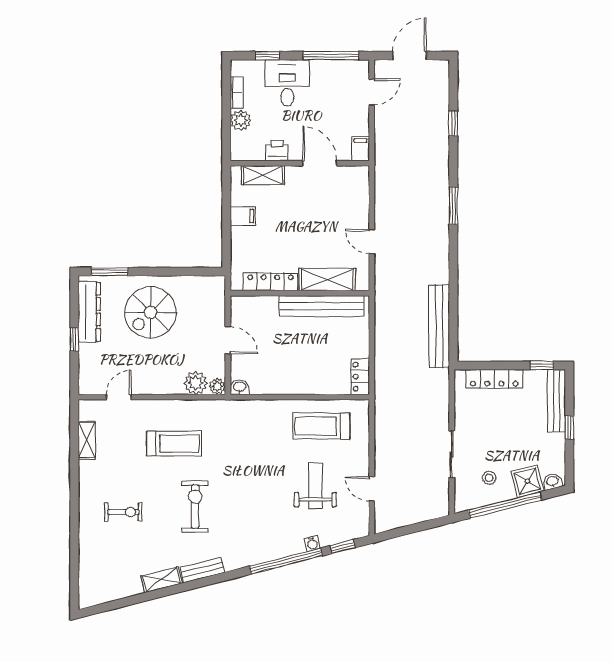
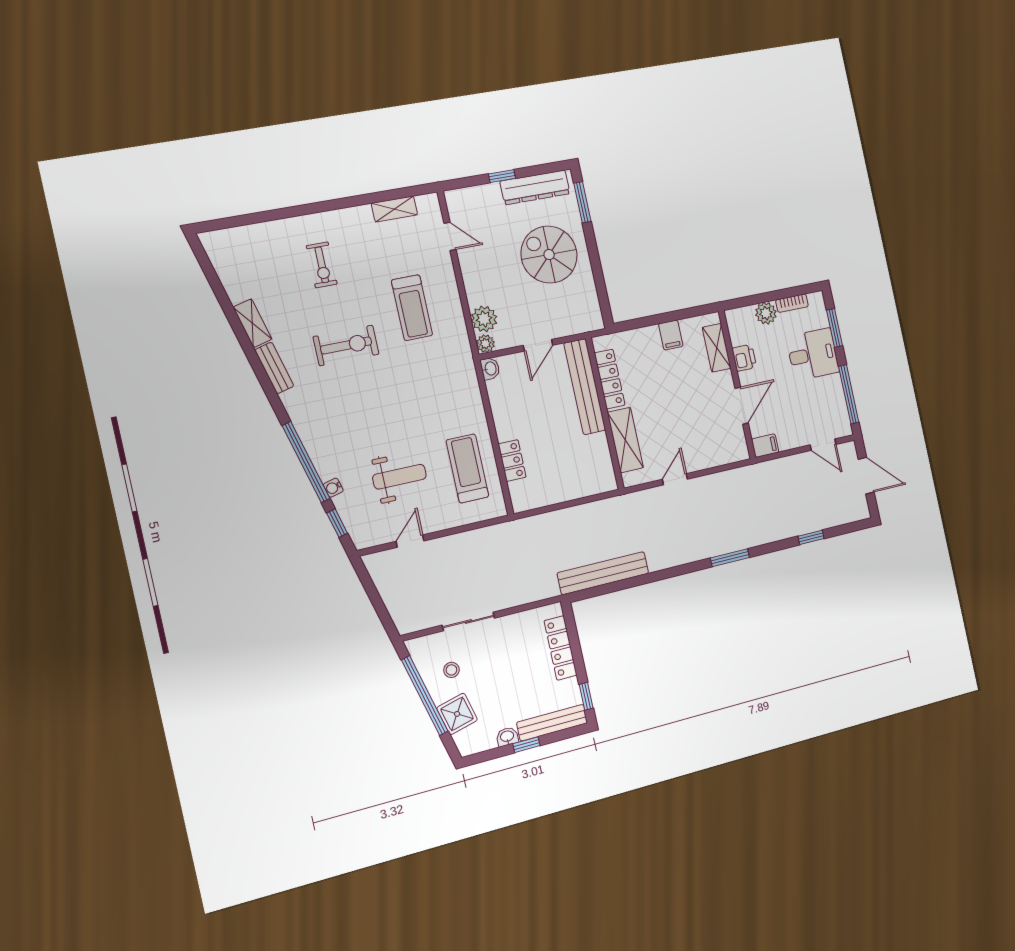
window: (267, 56) -> (834, 328), width x1.50
bench: (321, 306) -> (585, 387), moved
locker: (360, 377) -> (512, 461), moved, turned 90
washbasin: (552, 481) -> (507, 737), moved, turned -76

